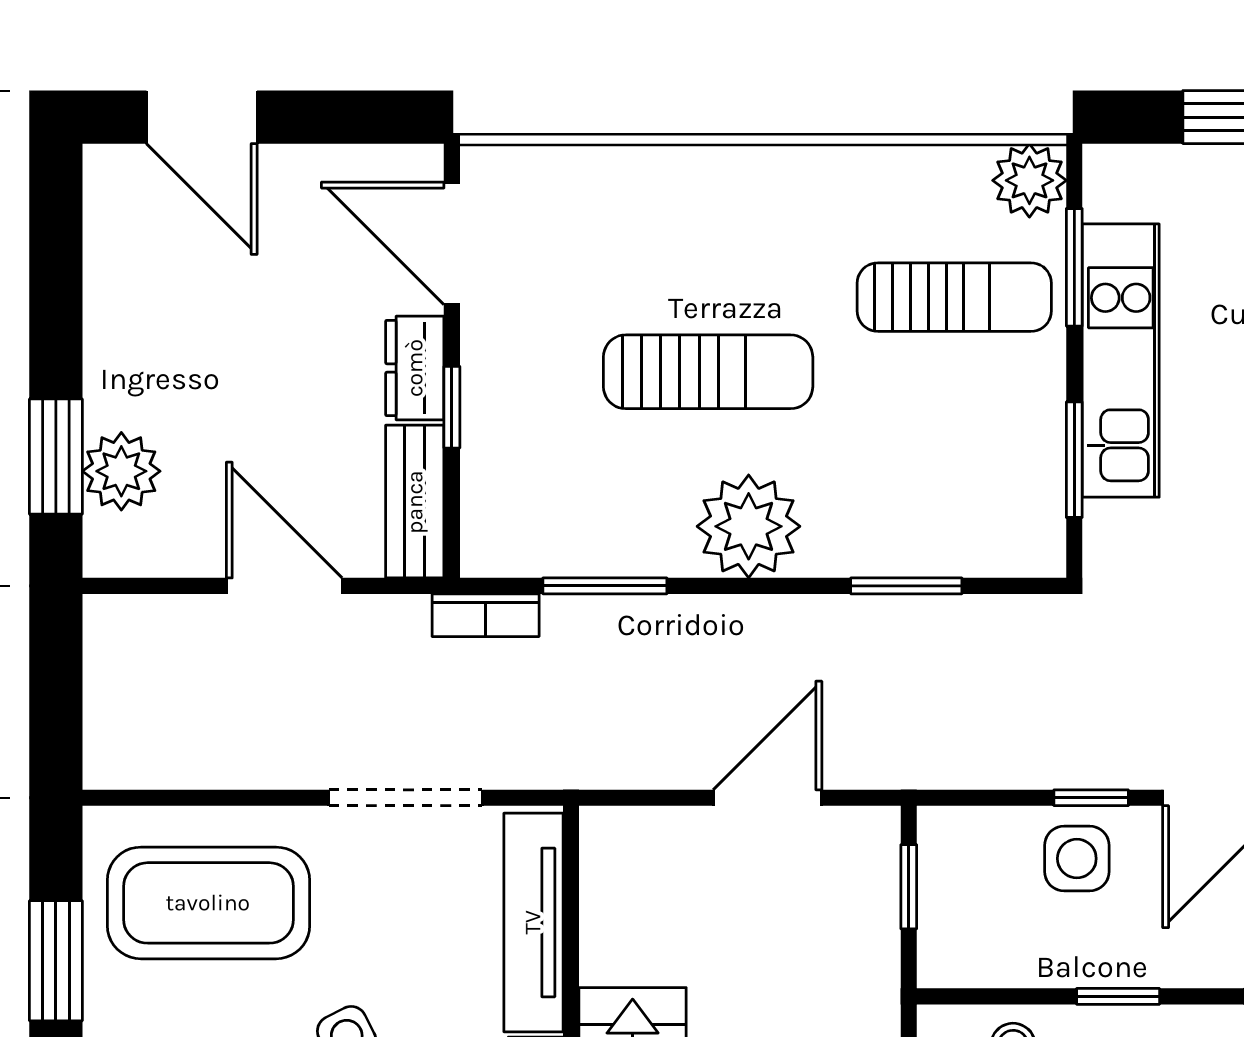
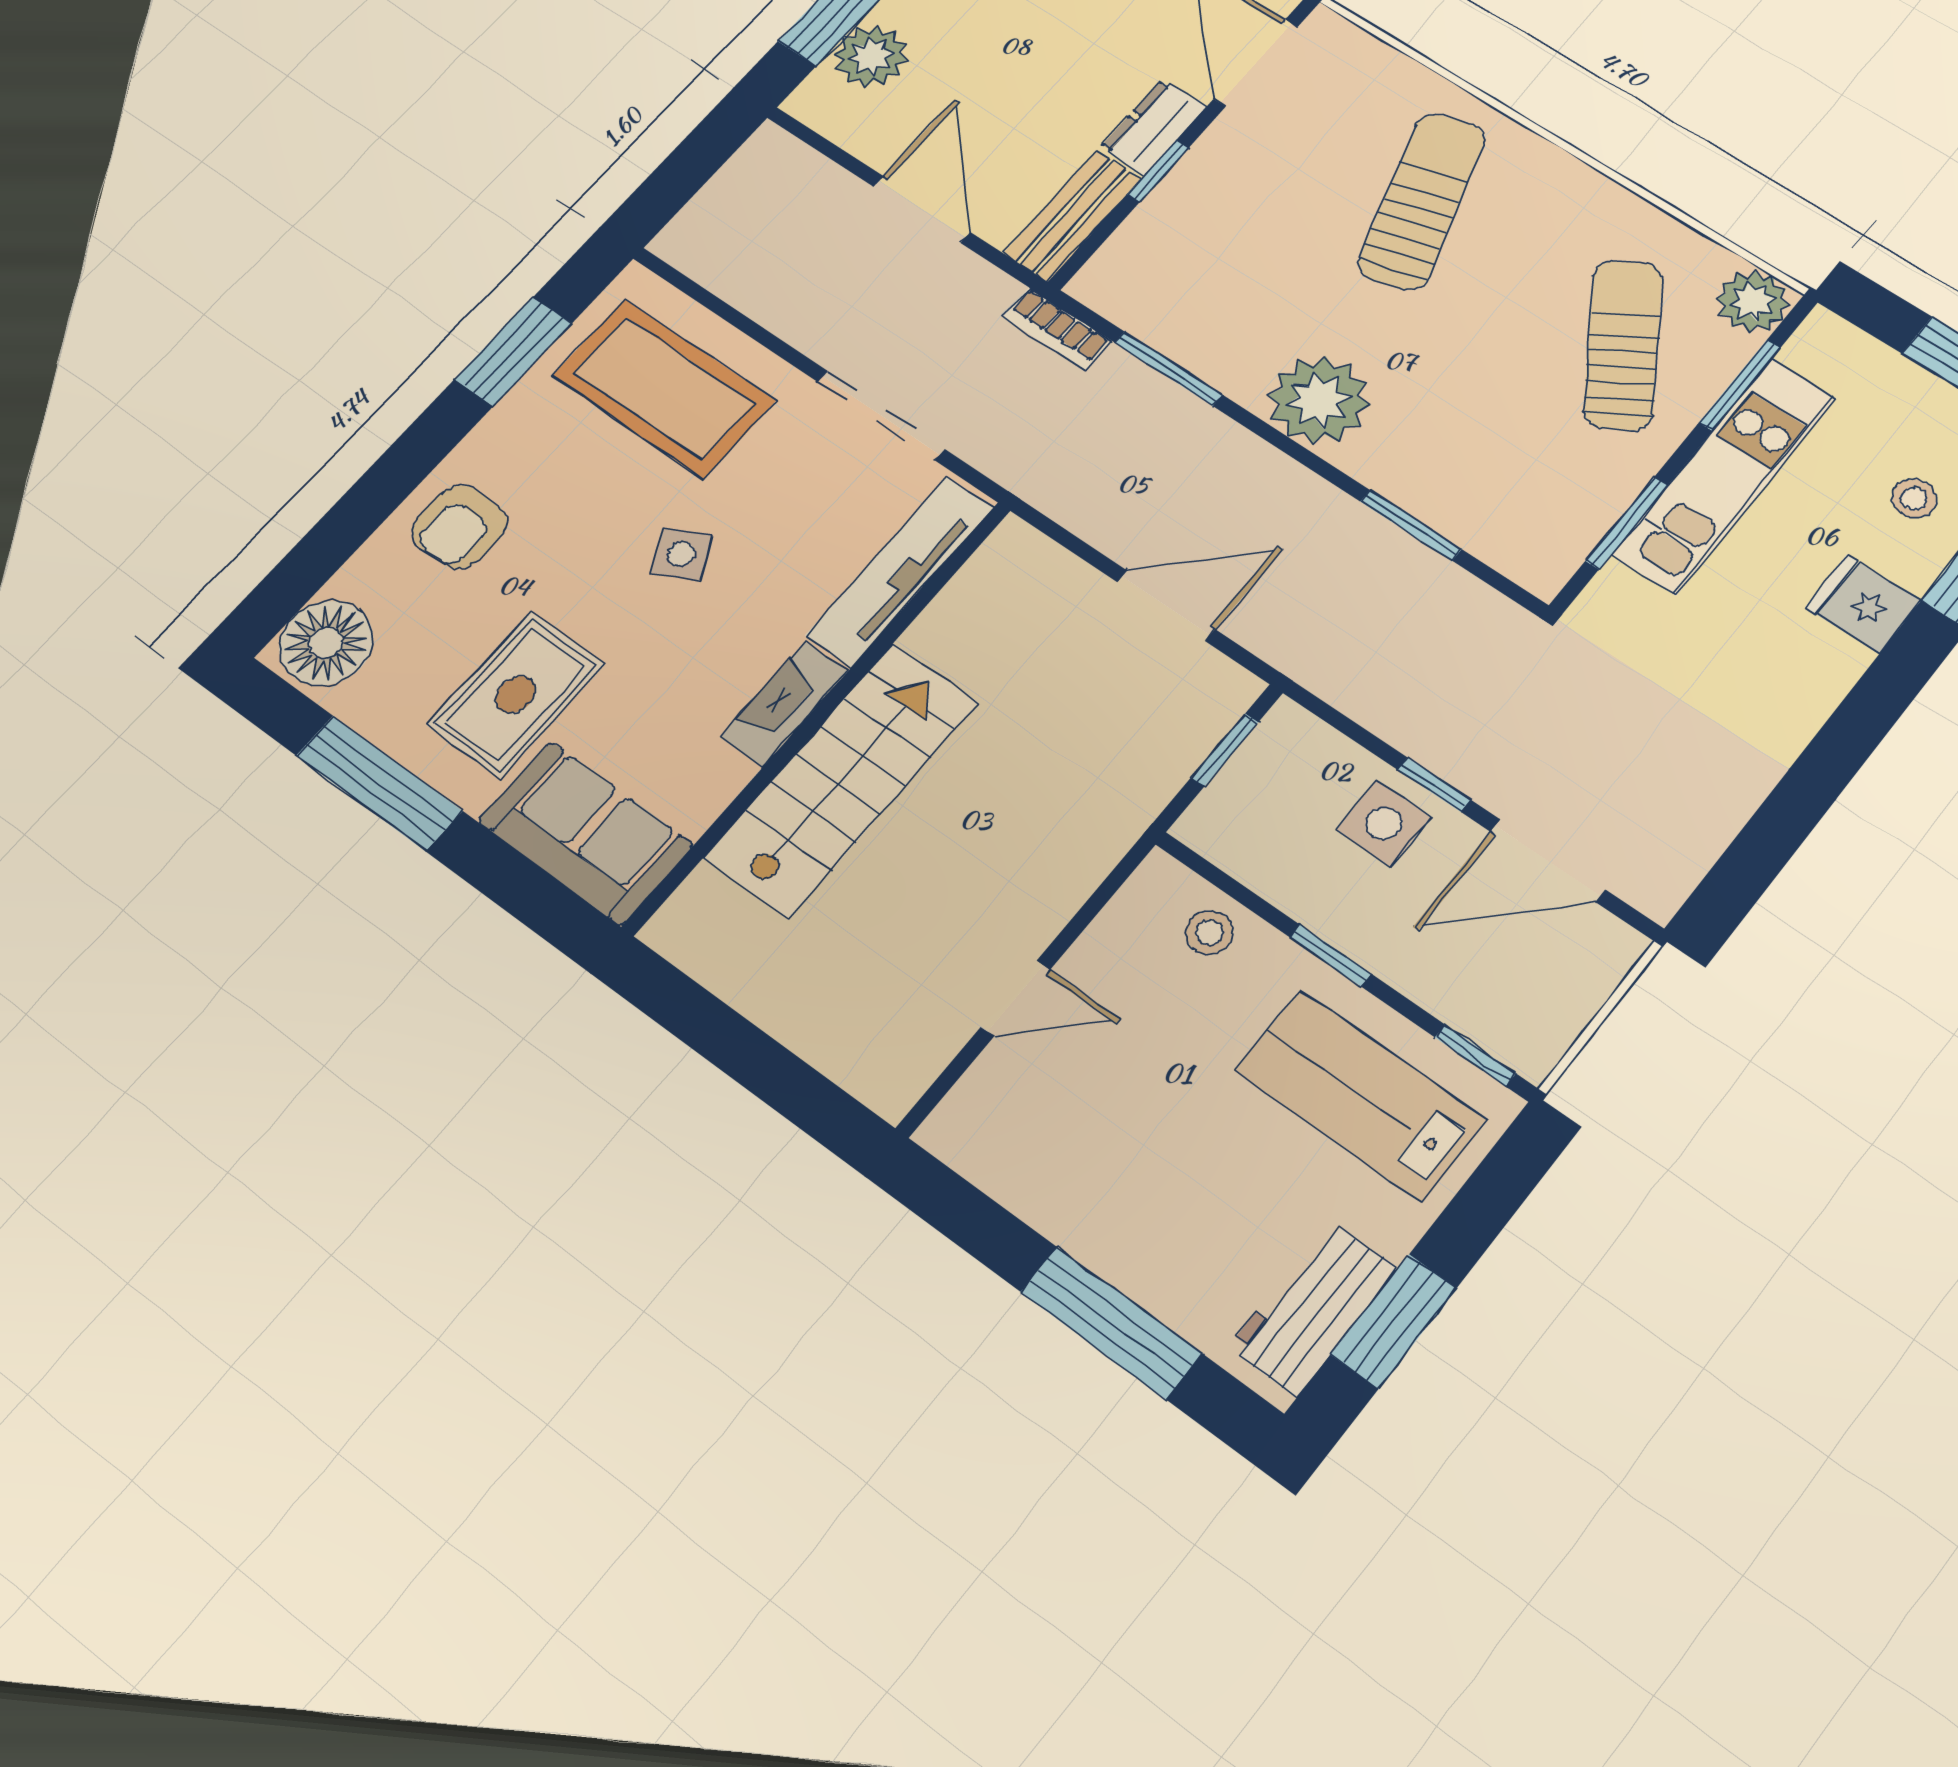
sun lounger: (954, 297) -> (1623, 345), turned -122
sun lounger: (708, 372) -> (1422, 201), moved, turned -107

